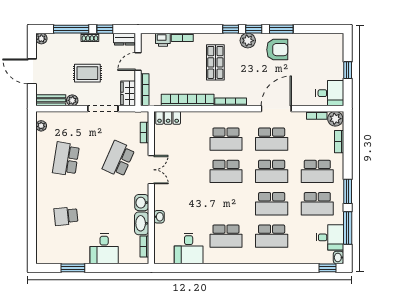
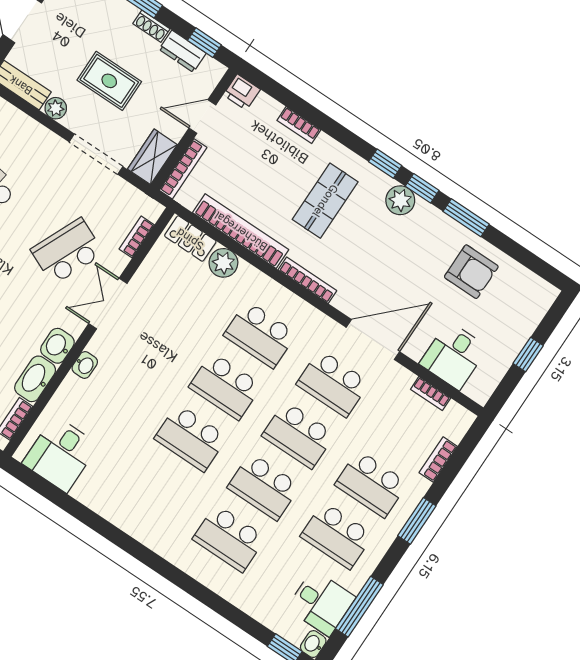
window: (105, 29) -> (204, 43), moved
dresser: (125, 39) -> (183, 51), moved
printer: (163, 40) -> (242, 92), moved
armchair: (277, 50) -> (471, 272), moved
desk: (330, 93) -> (454, 356), moved, turned 90
plant: (335, 119) -> (223, 263), moved
double door: (151, 170) -> (108, 304), swing flipped
window: (348, 191) -> (417, 521), moved
washbasin: (159, 217) -> (85, 365), moved
school desk: (226, 236) -> (191, 438), moved
desk: (189, 248) -> (61, 454), moved

